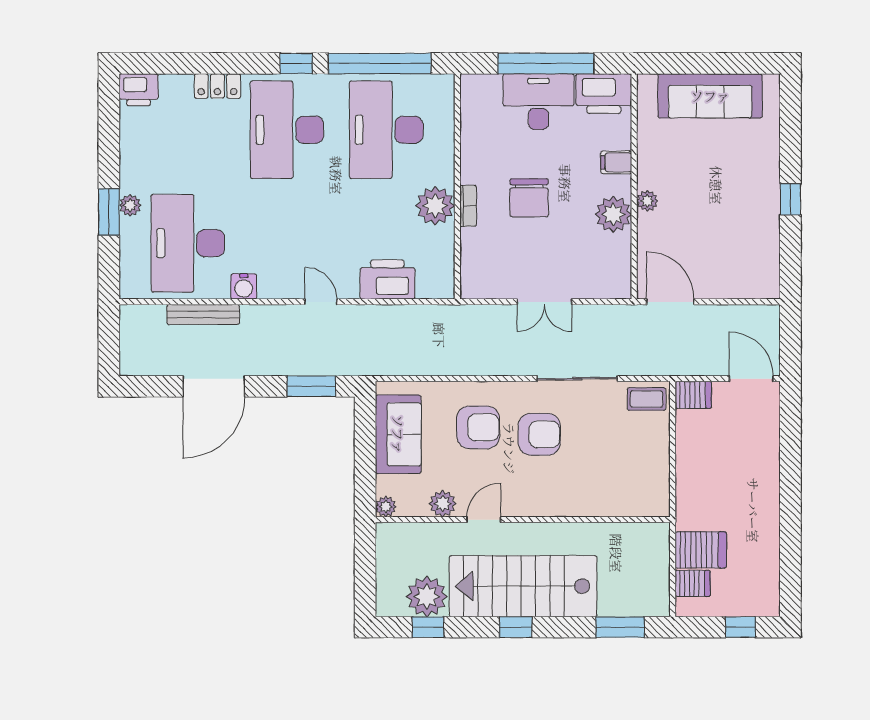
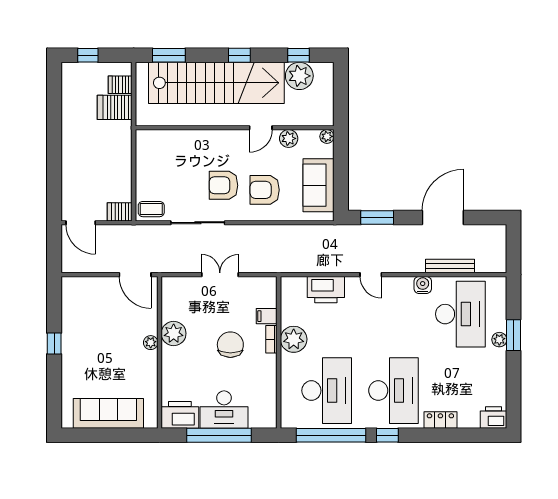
filing cabinet: (616, 162) -> (267, 316), moved, turned 180
stairs: (523, 586) -> (216, 83), width x1.36

